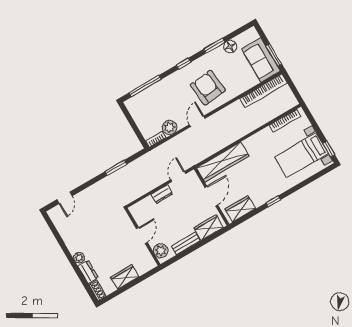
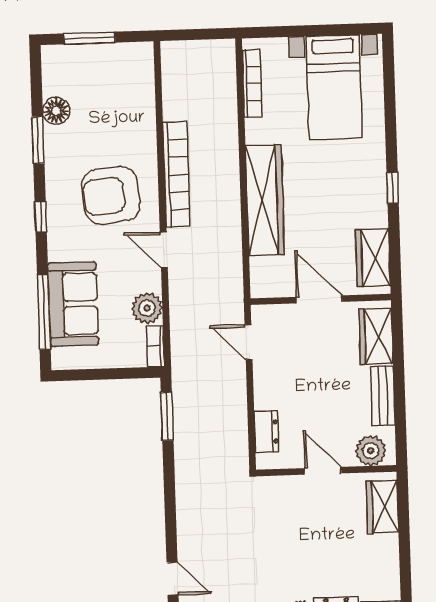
window: (274, 55) -> (90, 38), moved
sofa: (261, 60) -> (73, 304), moved, turned -90
bookcase: (264, 91) -> (176, 174), moved
window: (329, 149) -> (350, 29), removed
wardrobe: (223, 162) -> (265, 200), moved
window: (116, 168) -> (167, 416), moved
dresser: (162, 194) -> (266, 432), moved
wardrobe: (125, 277) -> (382, 507), moved

